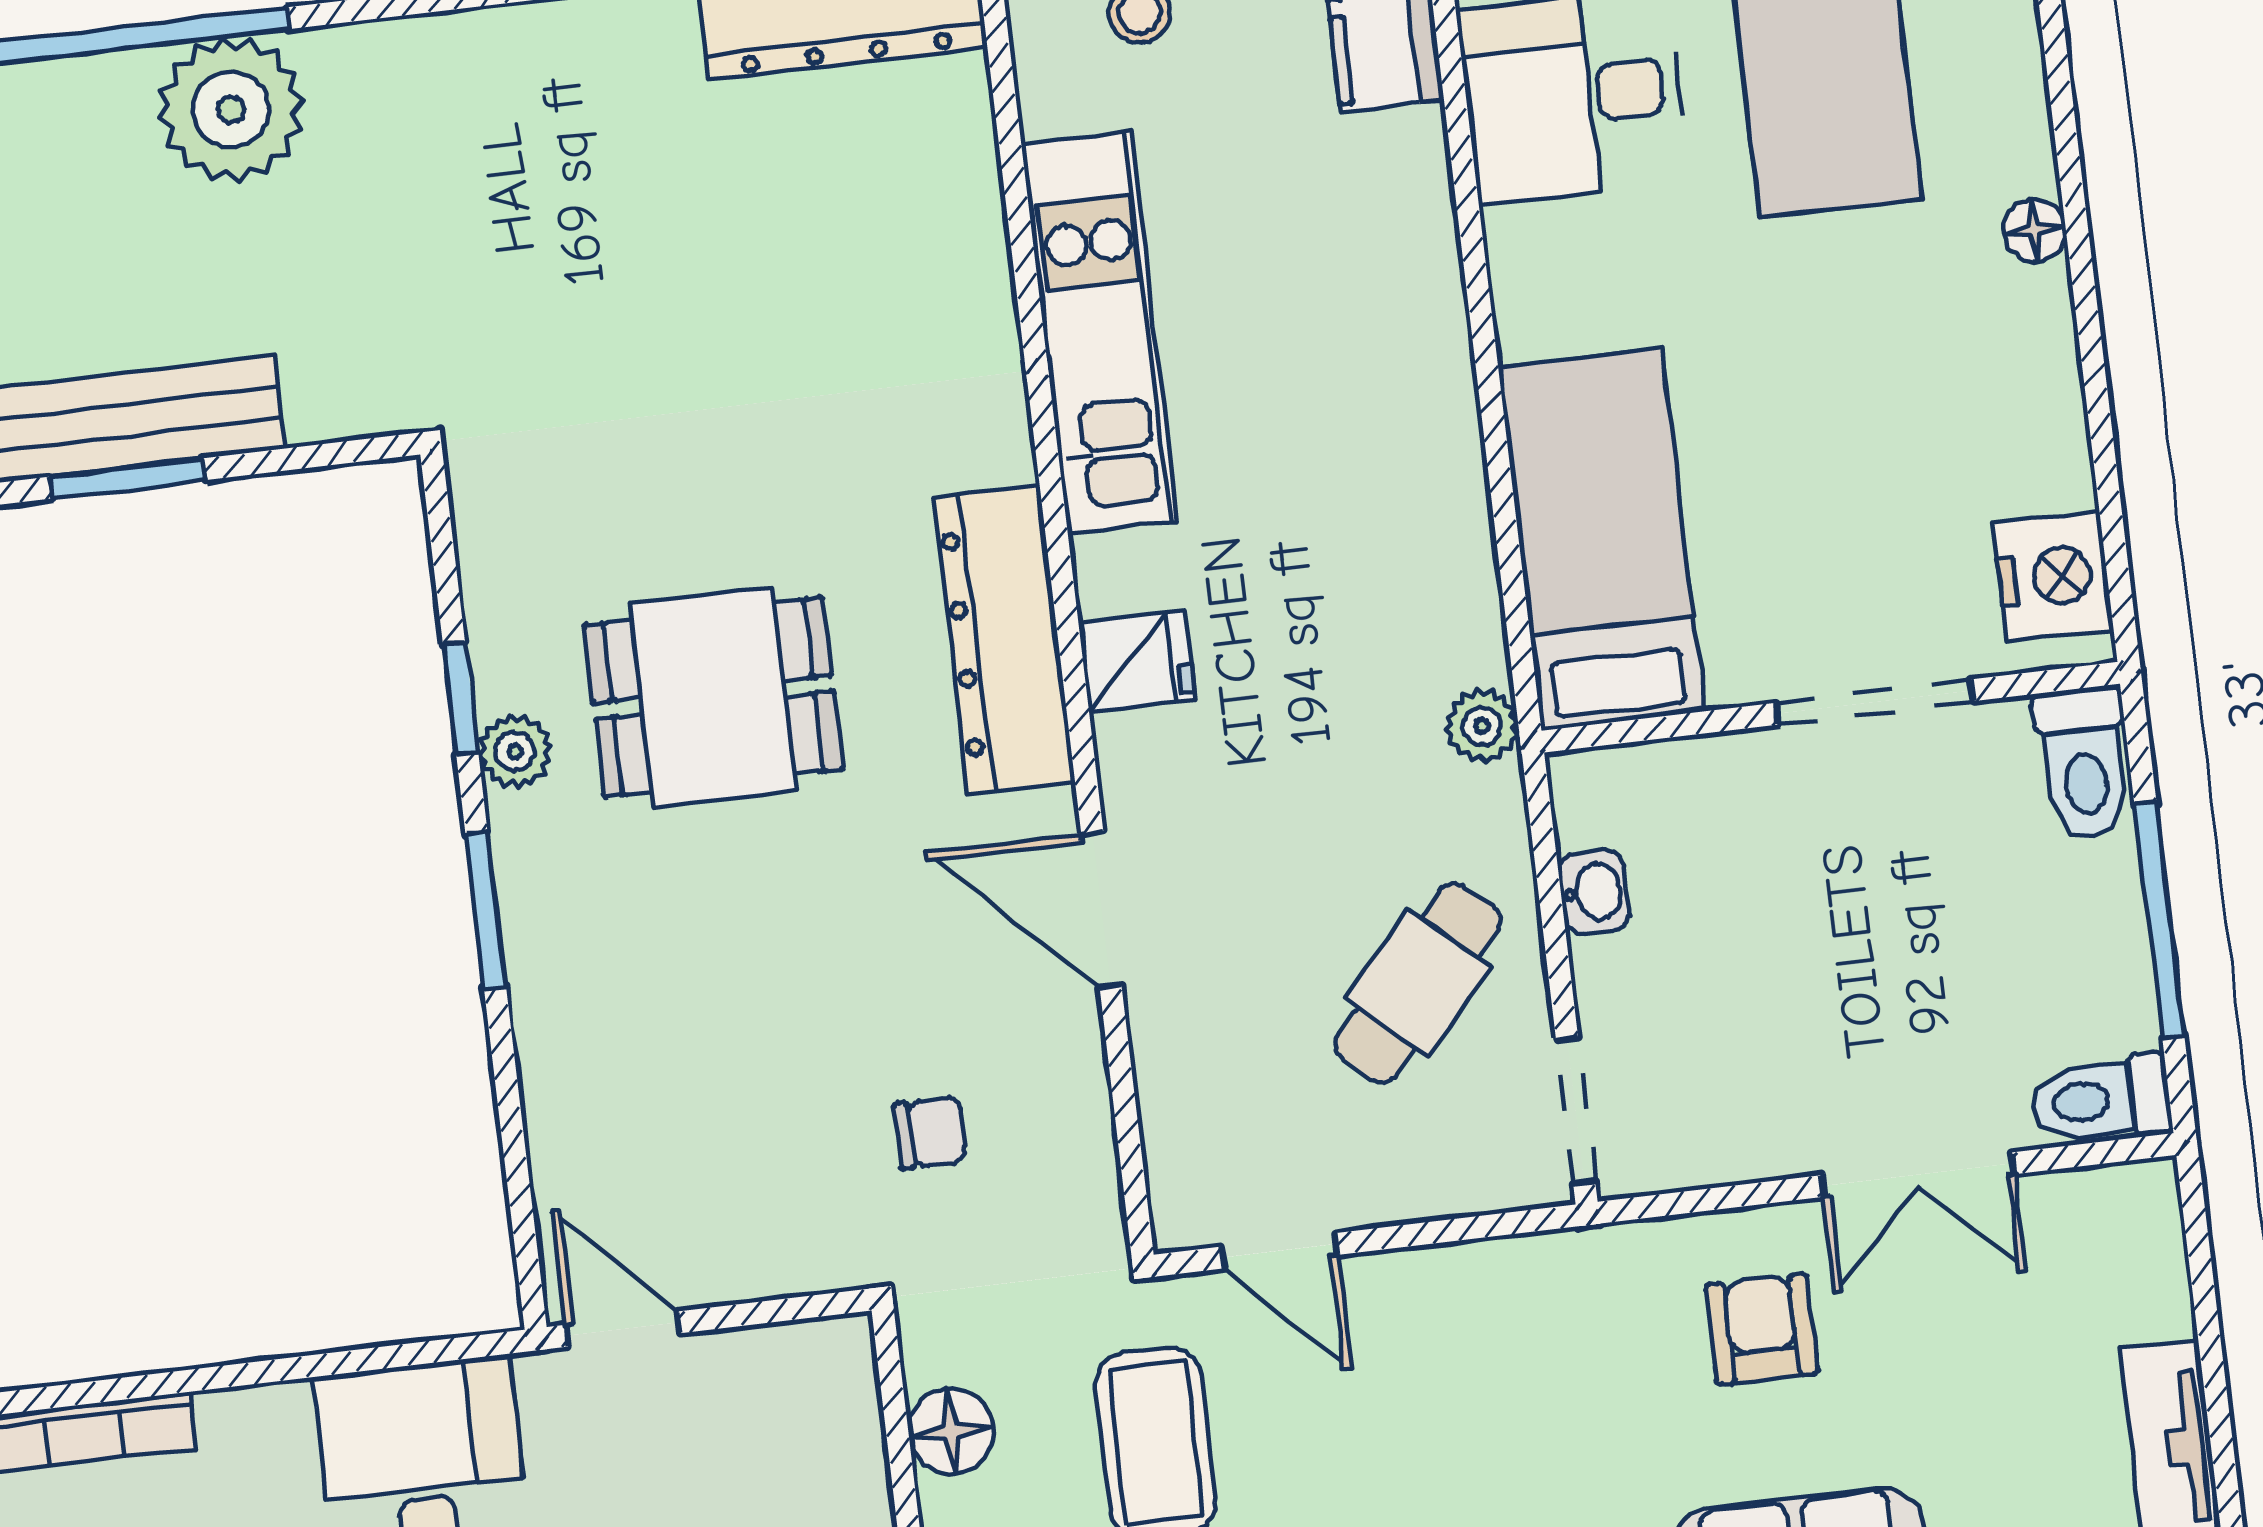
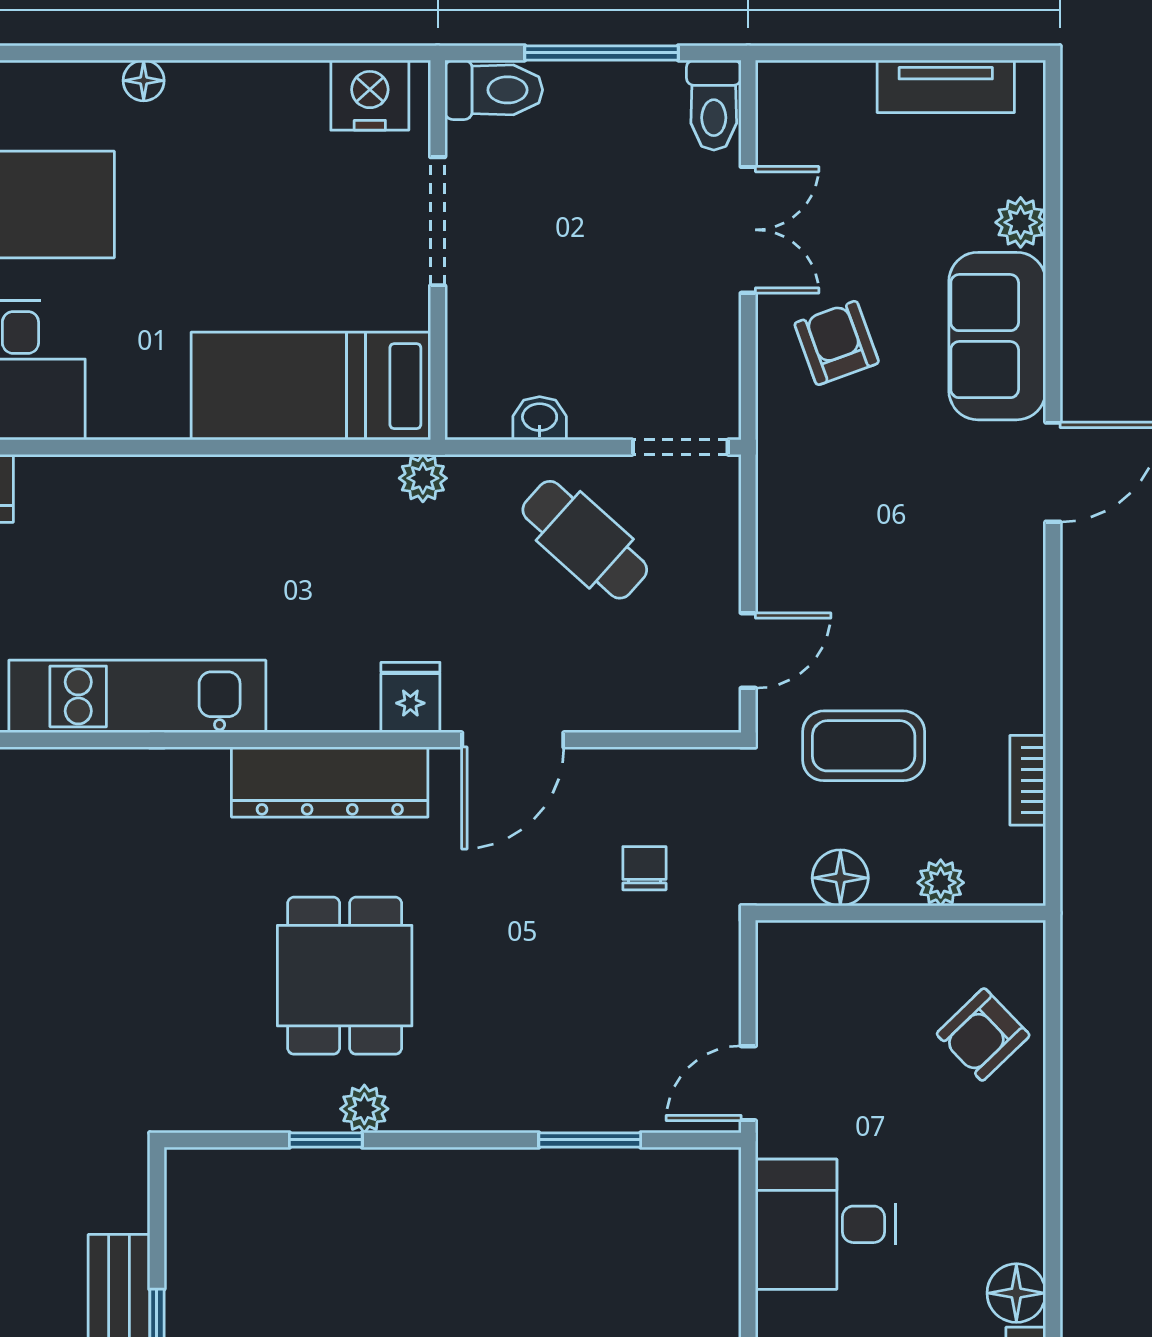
fridge: (1137, 661) -> (410, 697), moved
window: (486, 910) -> (590, 1140), moved
armchair: (1762, 1329) -> (837, 343), turned 70

